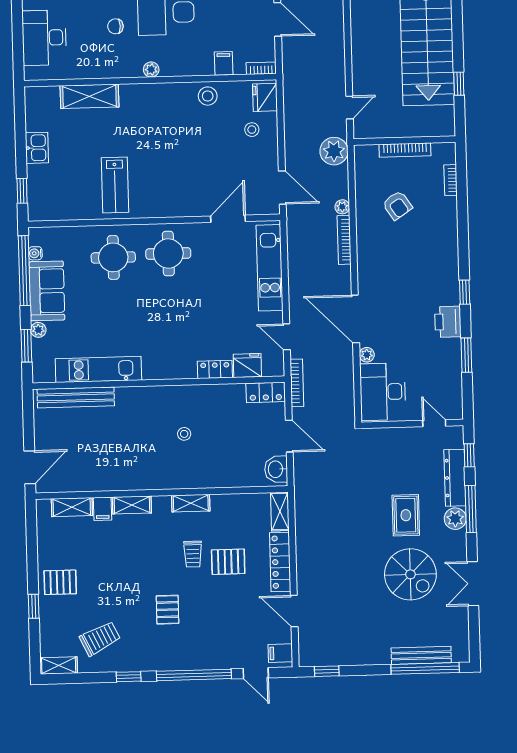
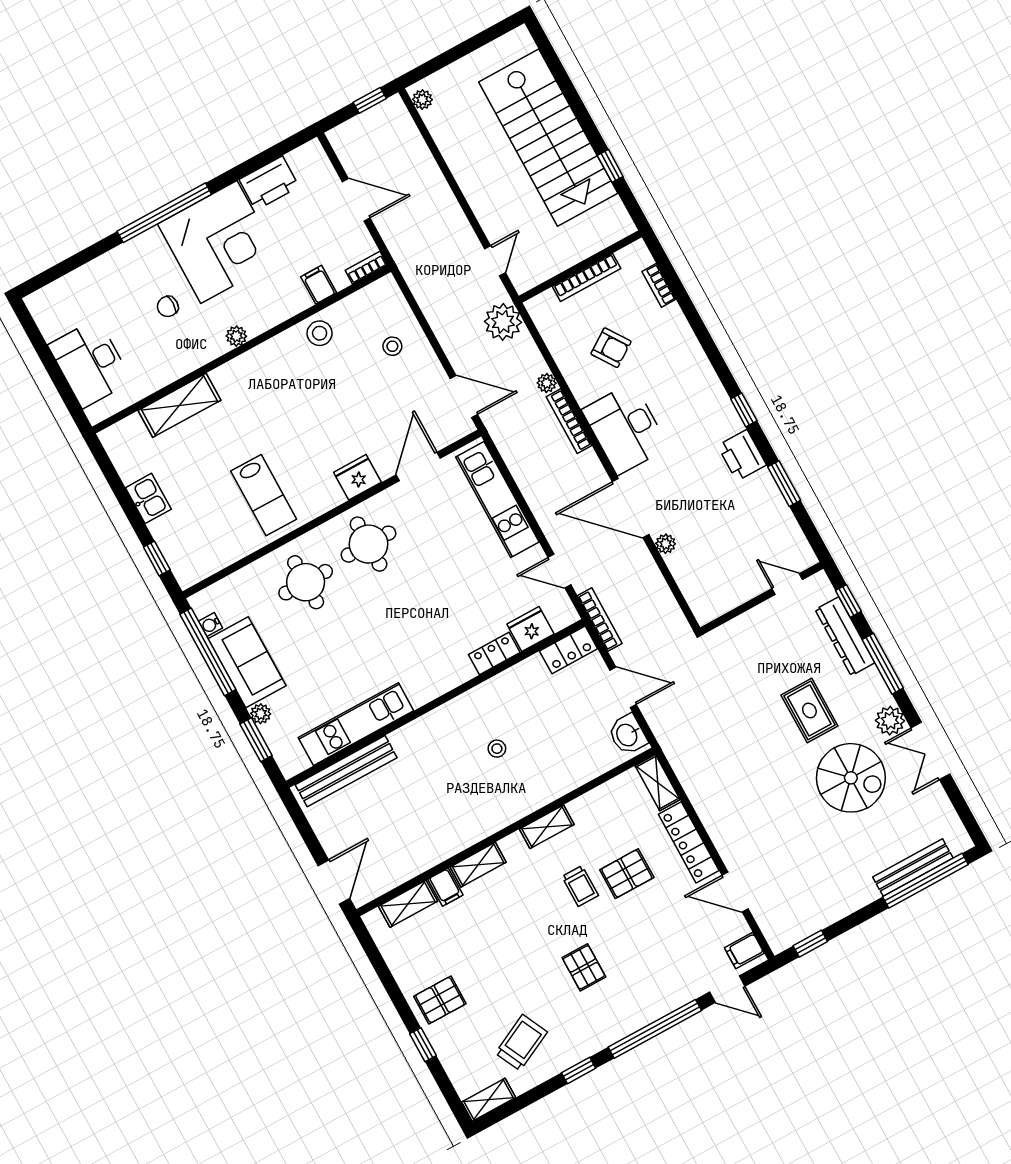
fridge: (265, 97) -> (357, 477), moved, turned 90
desk: (383, 392) -> (625, 429), moved
plant: (455, 519) -> (890, 721), moved

